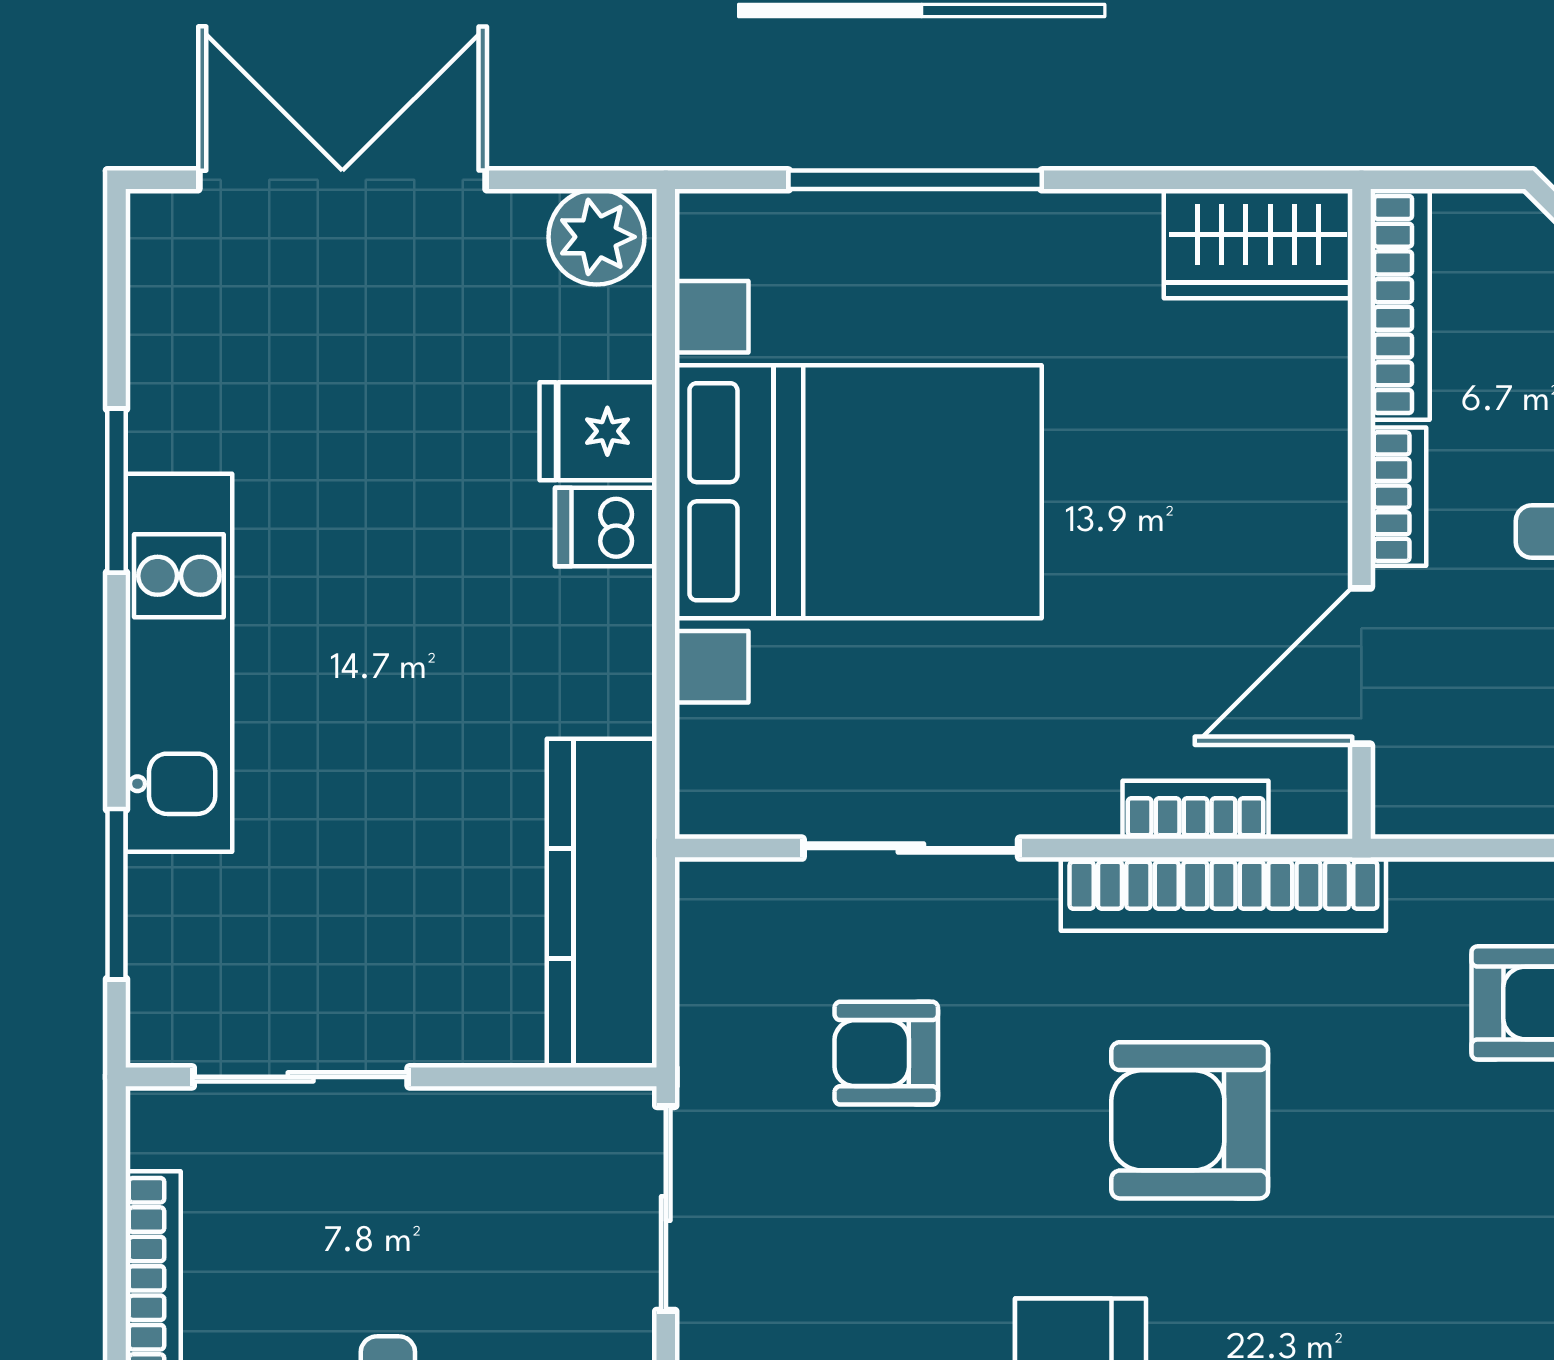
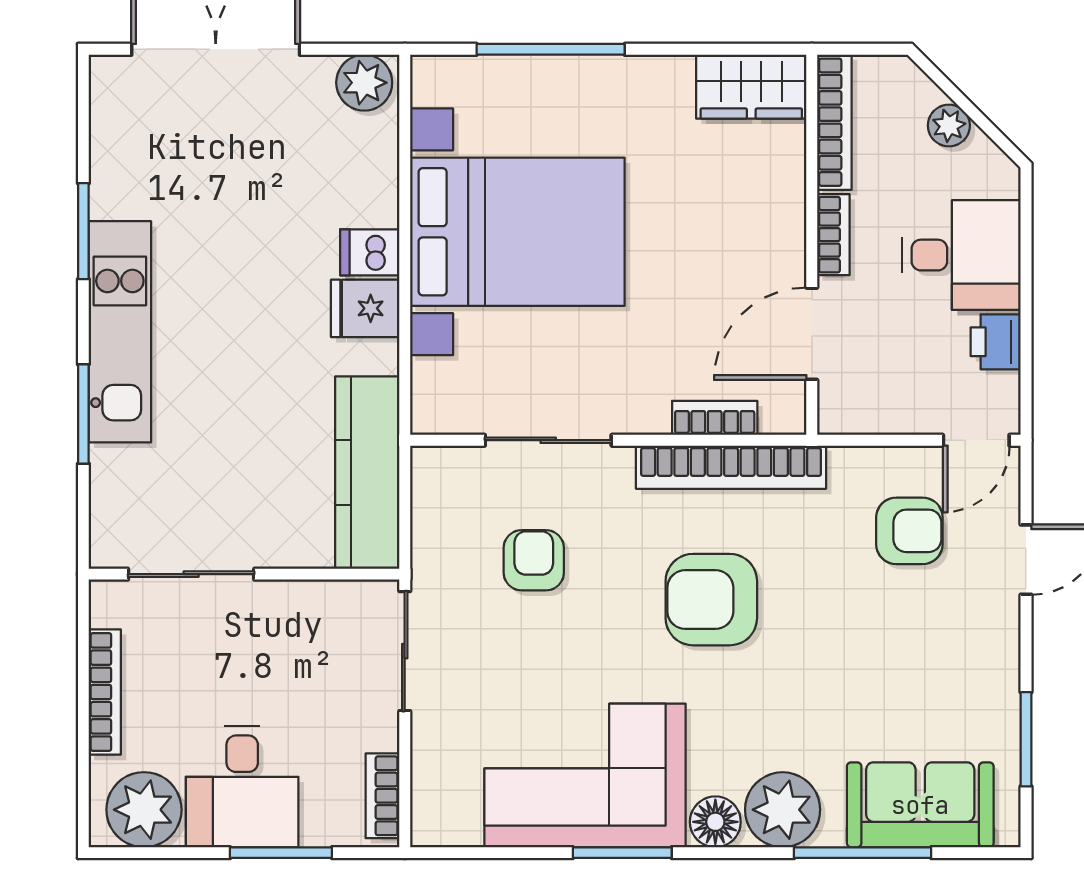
fridge: (598, 431) -> (365, 308), moved
window: (117, 894) -> (83, 414), moved
armchair: (886, 1053) -> (534, 560), turned 90

